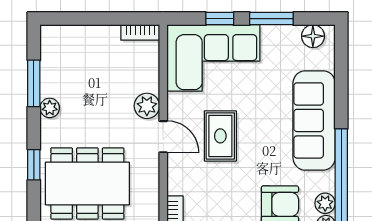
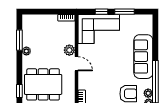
floor lamp: (313, 36) -> (143, 19), removed
rug: (220, 136) -> (102, 63), removed
window: (34, 165) -> (19, 91), moved

